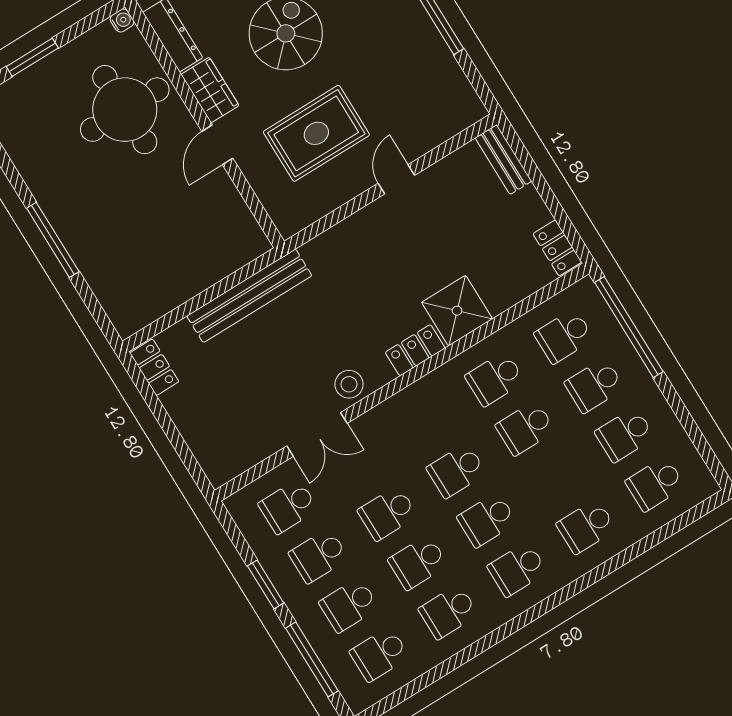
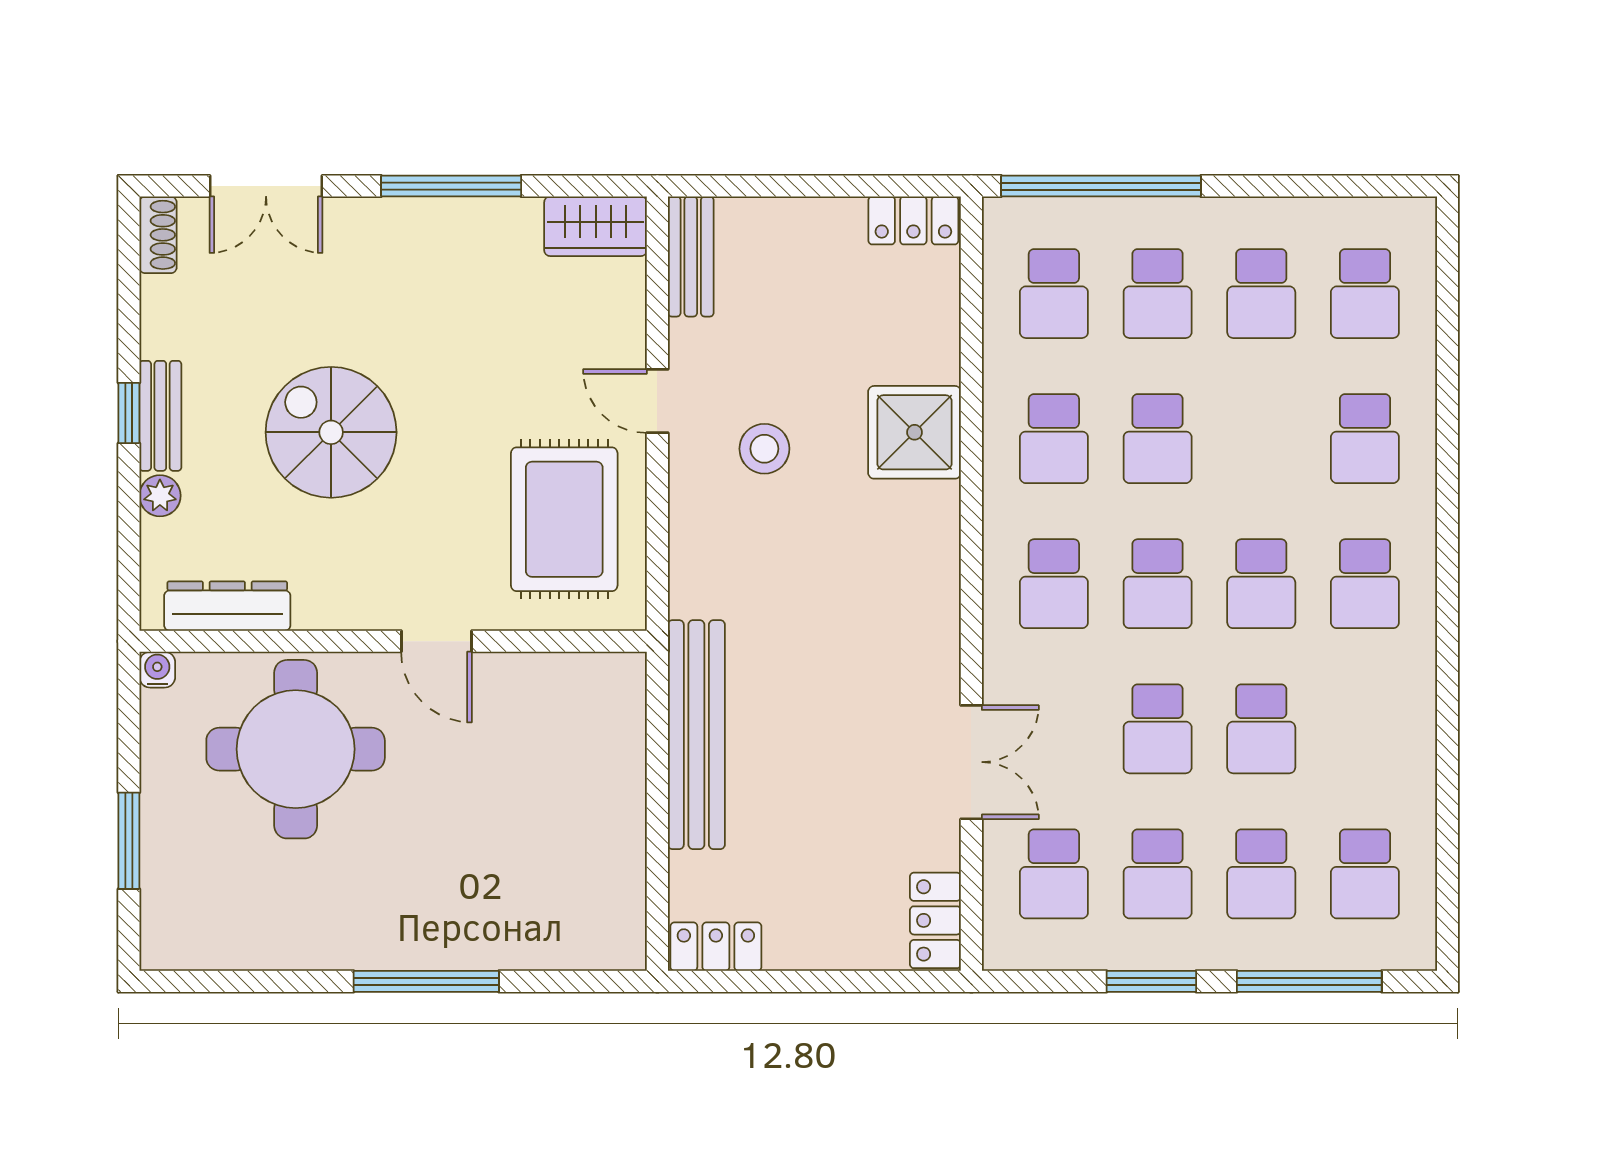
wardrobe: (210, 90) -> (596, 226), moved, turned 180
rug: (316, 133) -> (564, 519), moved
bench: (503, 160) -> (691, 257), moved, turned 90
locker: (415, 350) -> (935, 920), moved
stool: (349, 384) -> (764, 449), moved
school desk: (448, 612) -> (1054, 584), moved

